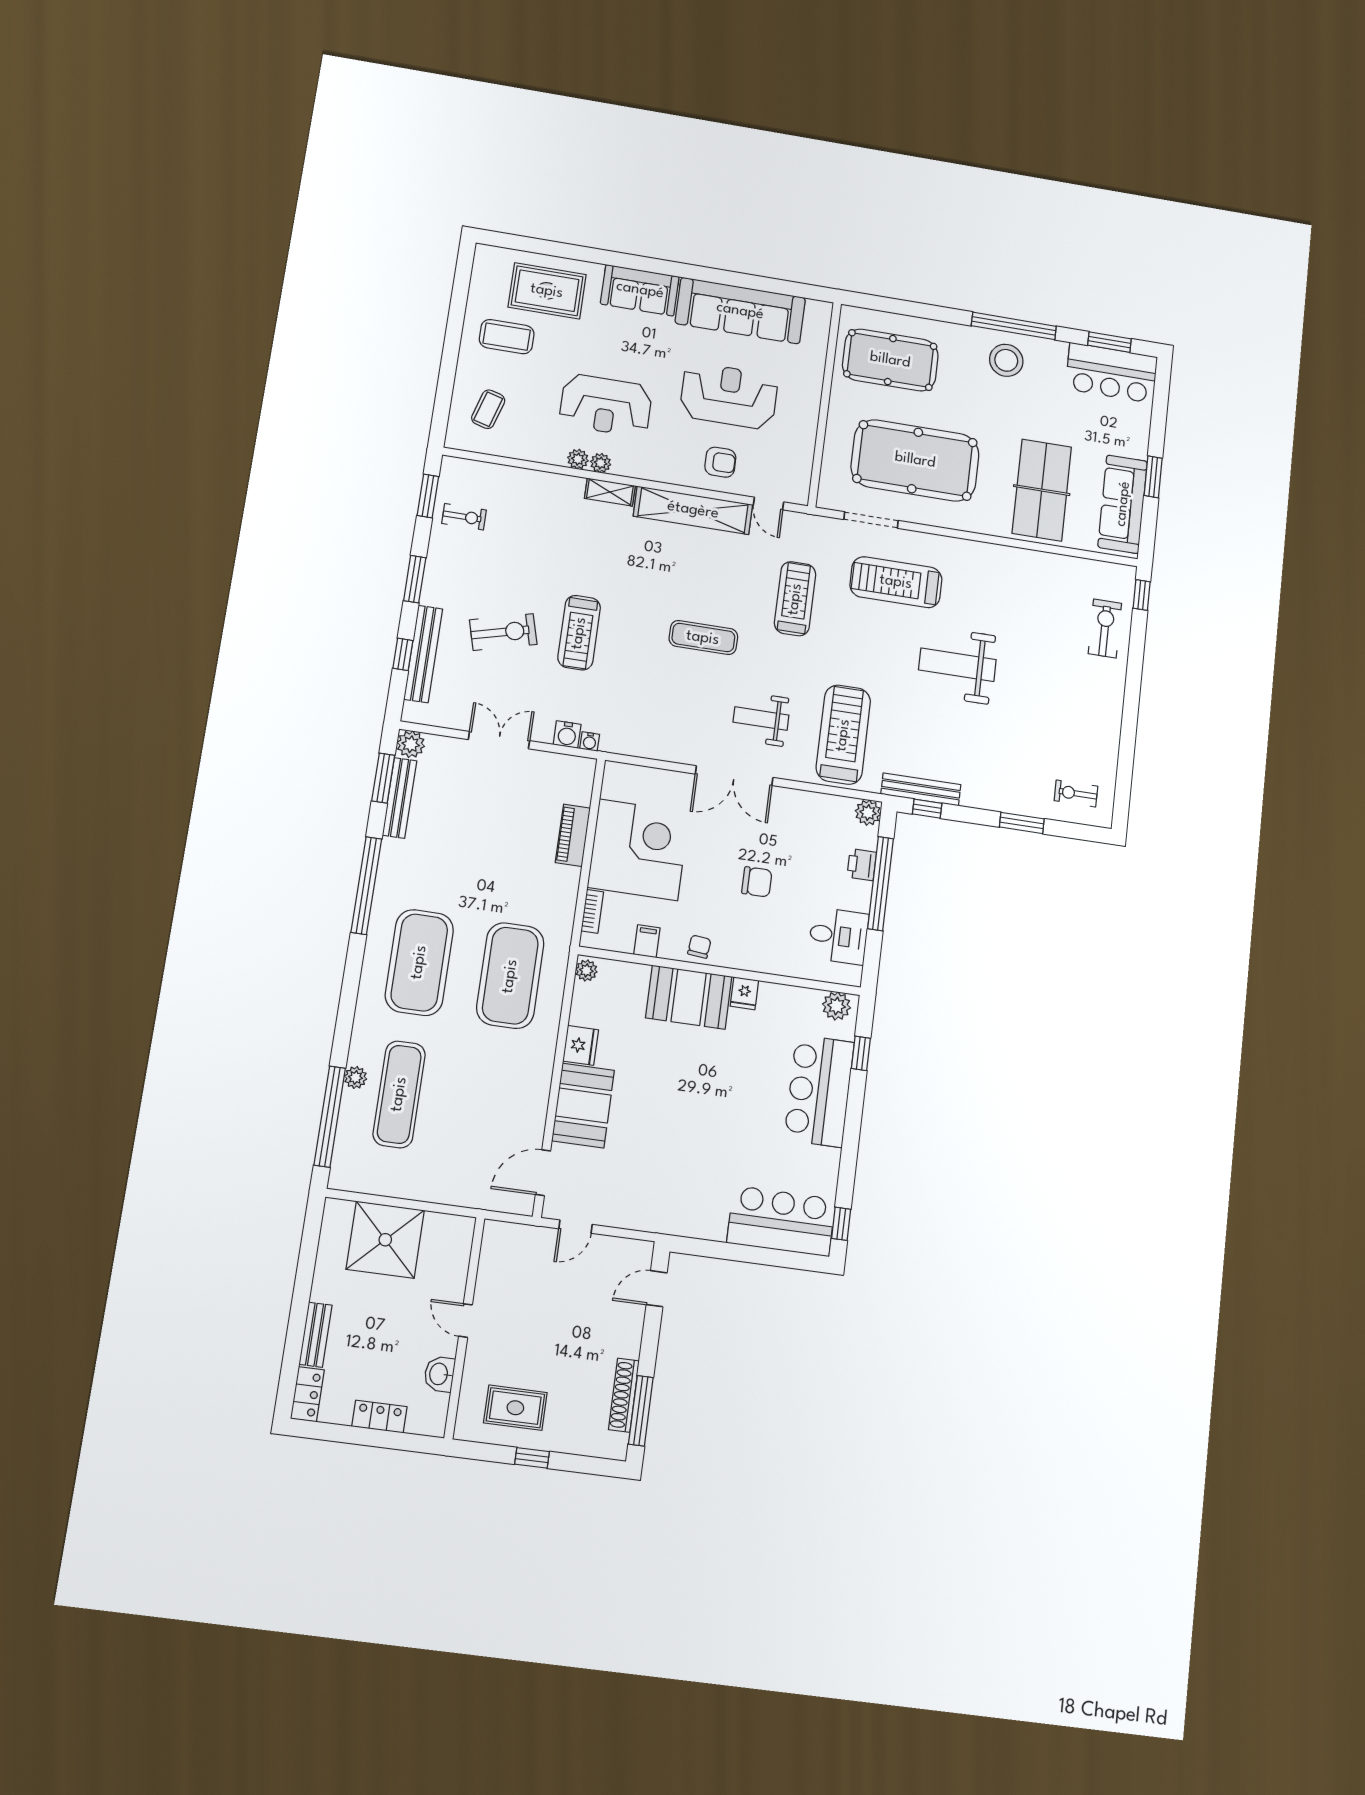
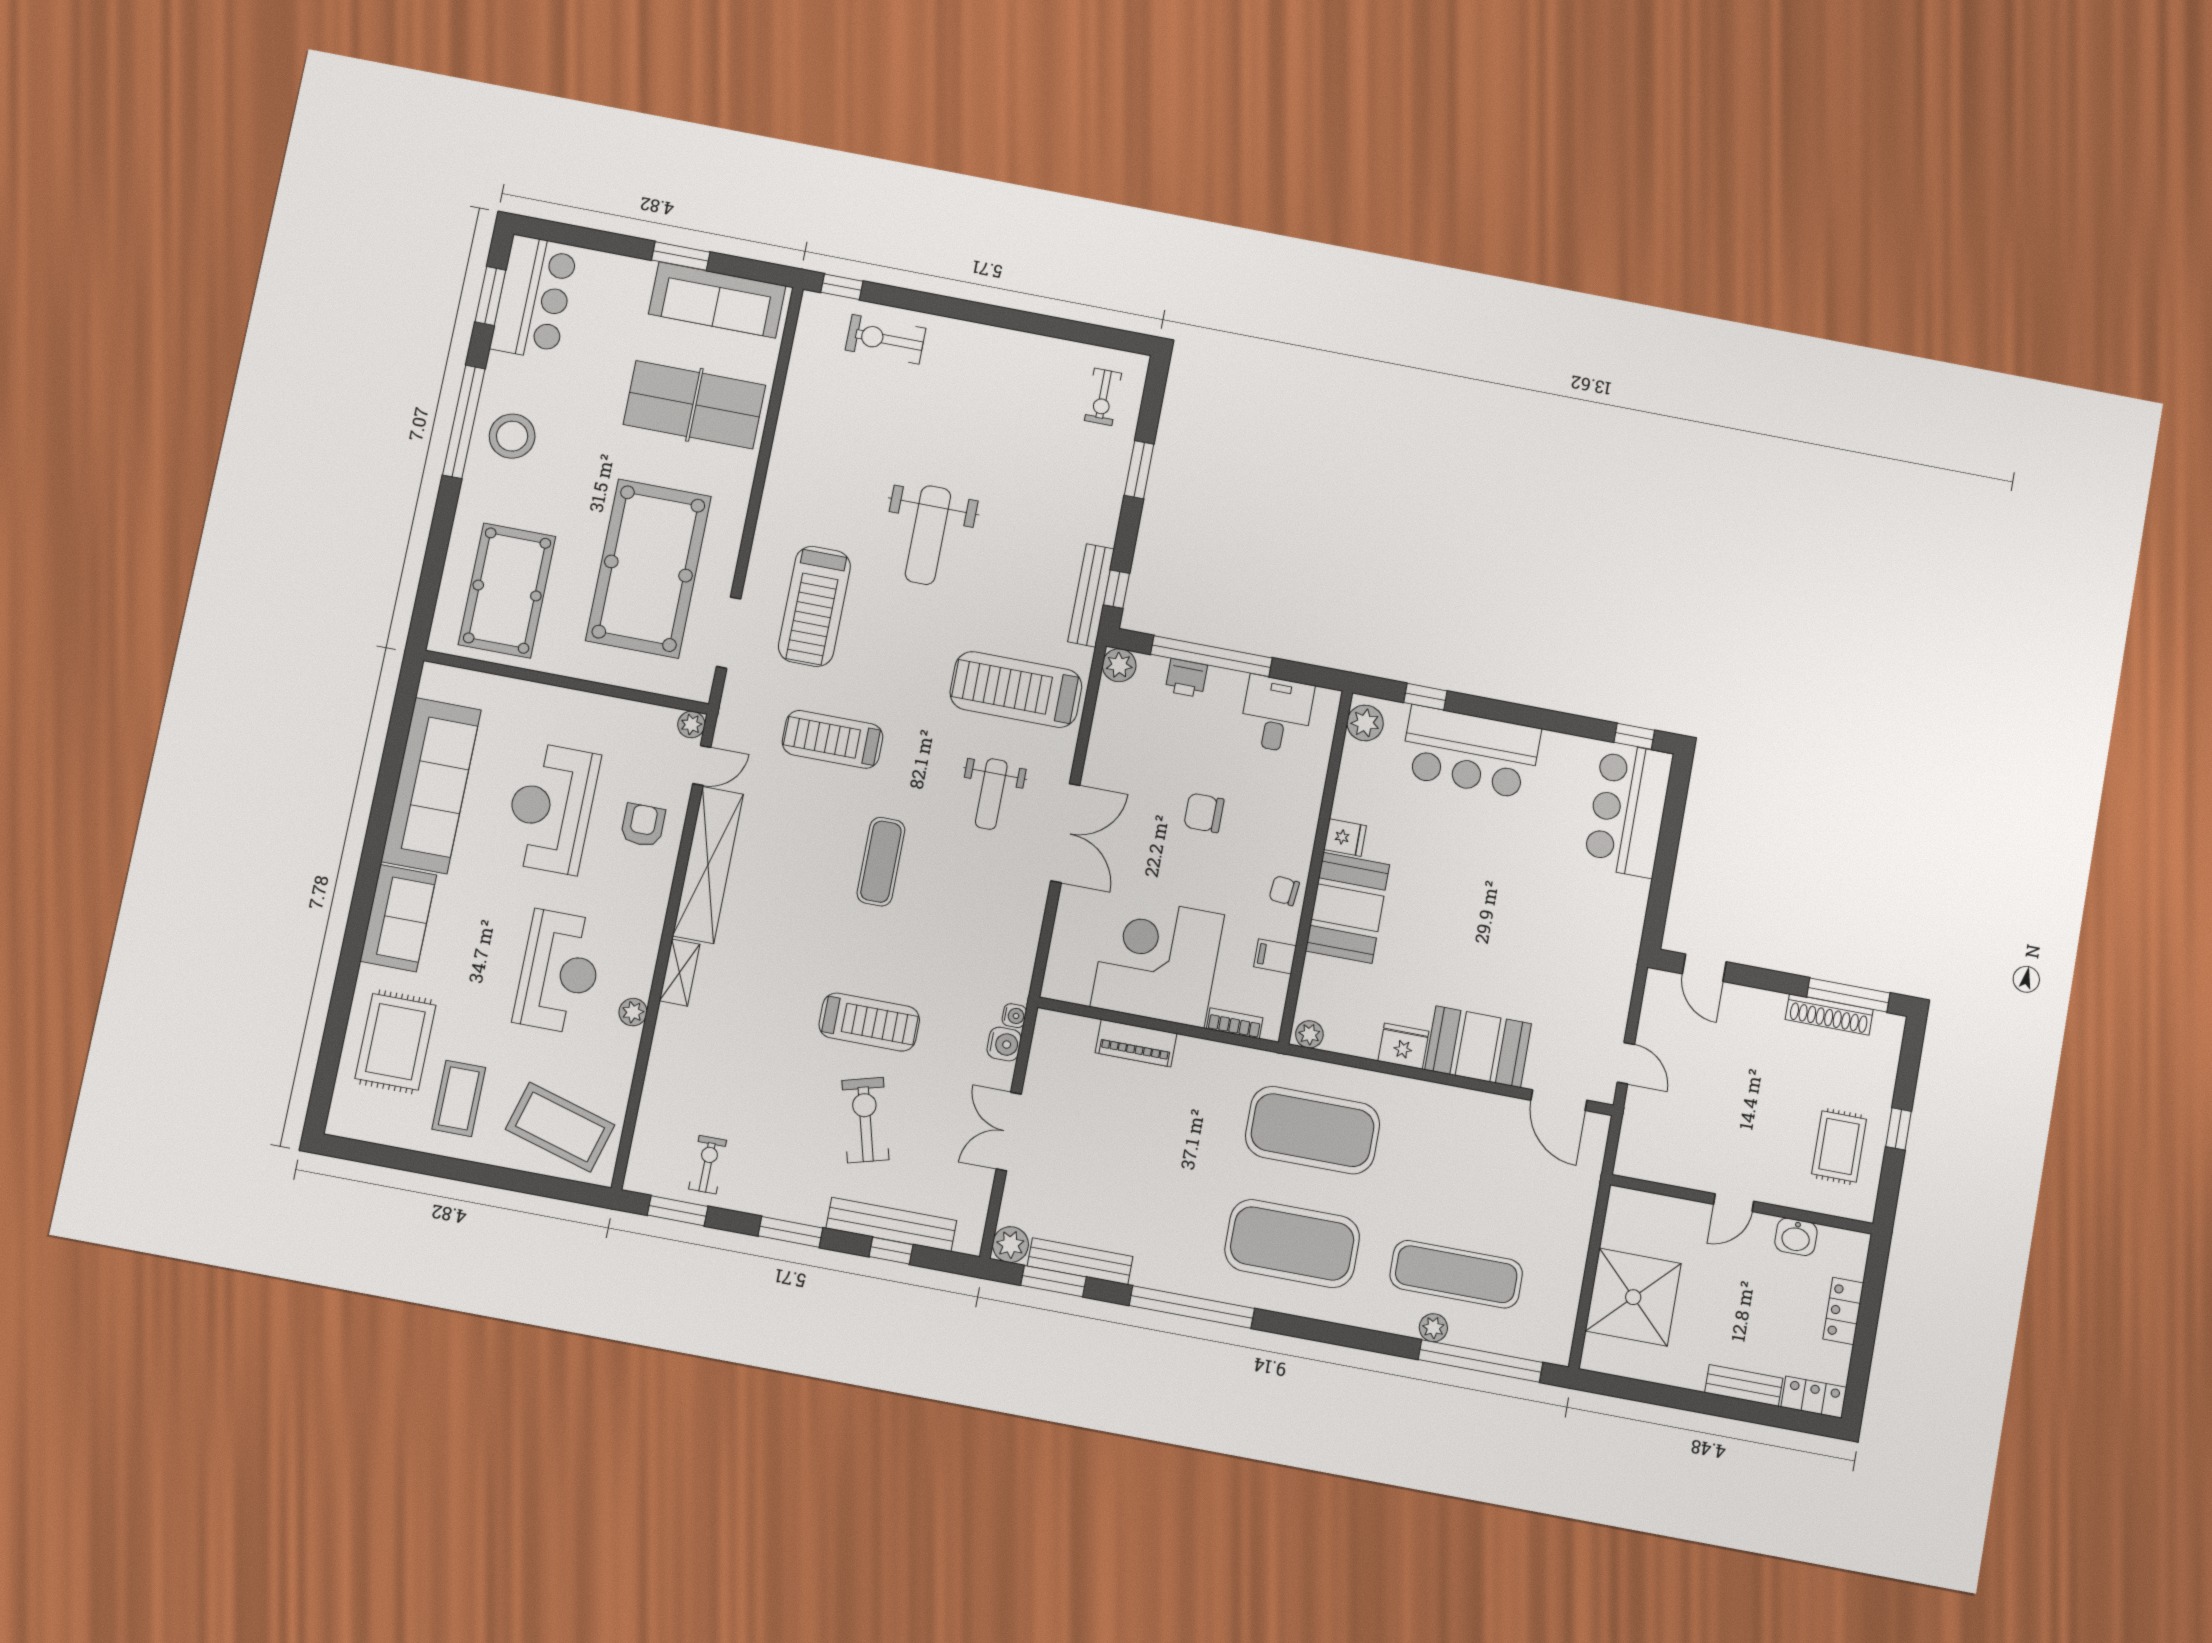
coffee table: (488, 409) -> (560, 1127), width x1.86, depth x1.72
plant: (601, 463) -> (691, 724), moved
chair: (757, 882) -> (1204, 813), turned -90

